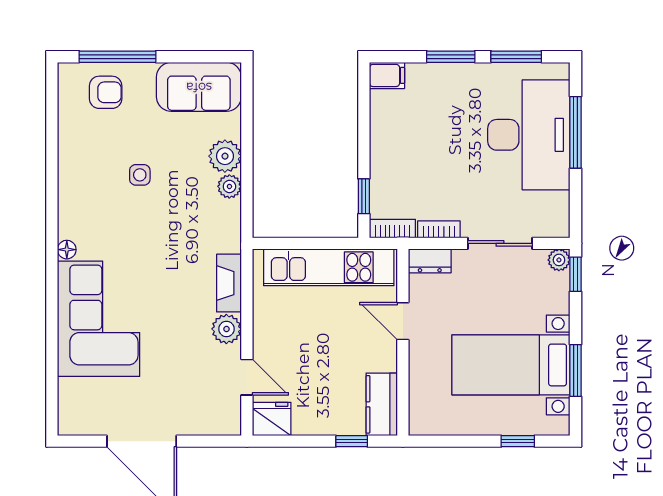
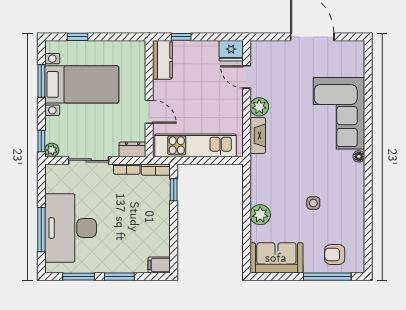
plant: (229, 186) -> (257, 196), removed

